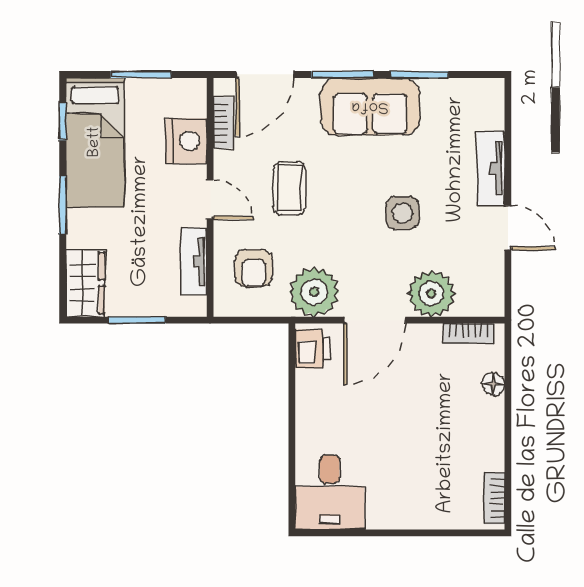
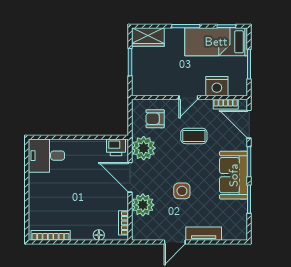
tv unit: (194, 261) -> (158, 90), removed
bookcase: (494, 498) -> (51, 235), width x1.56

